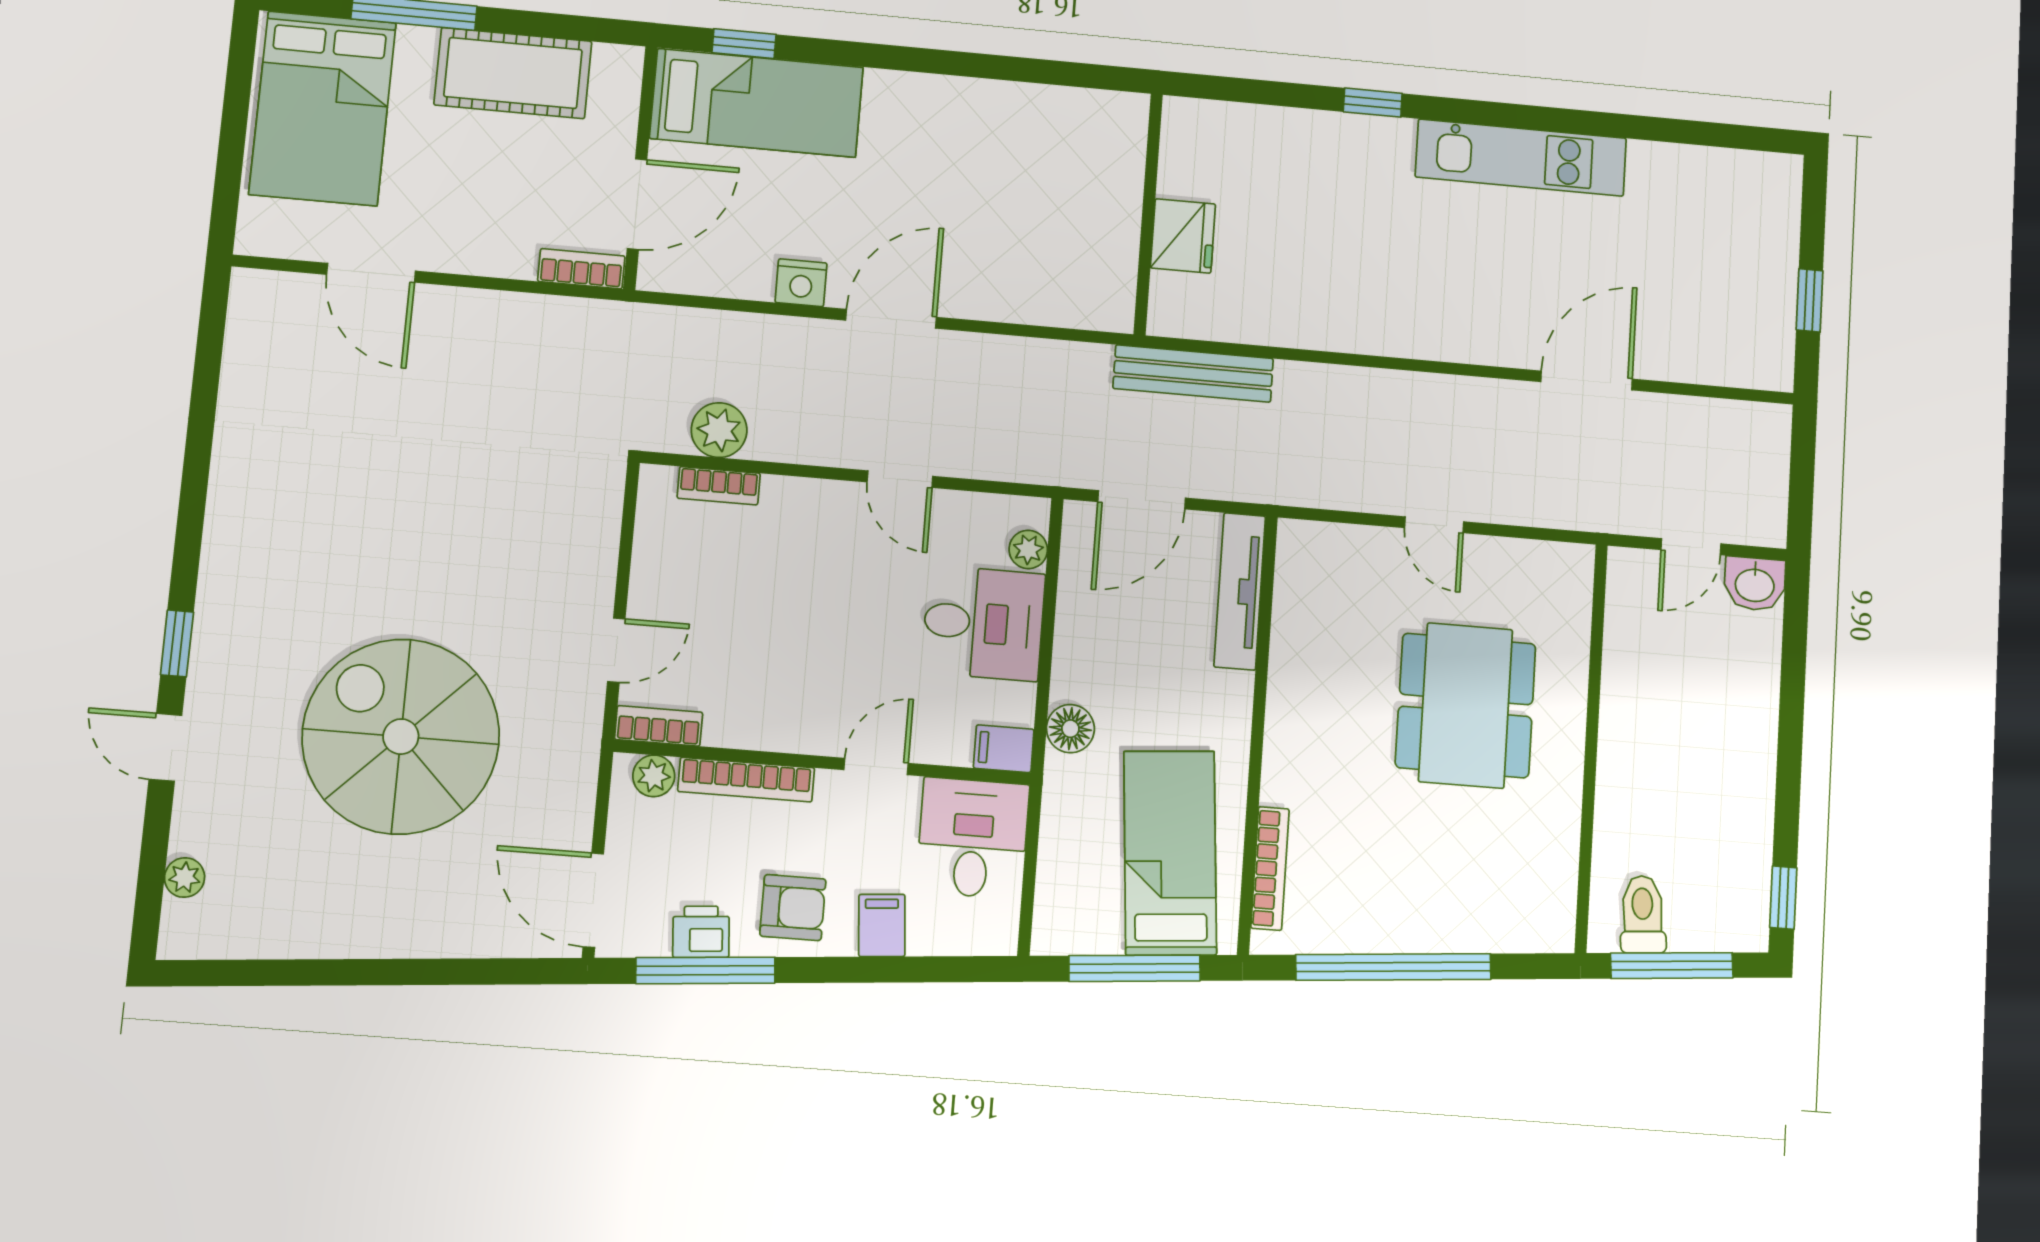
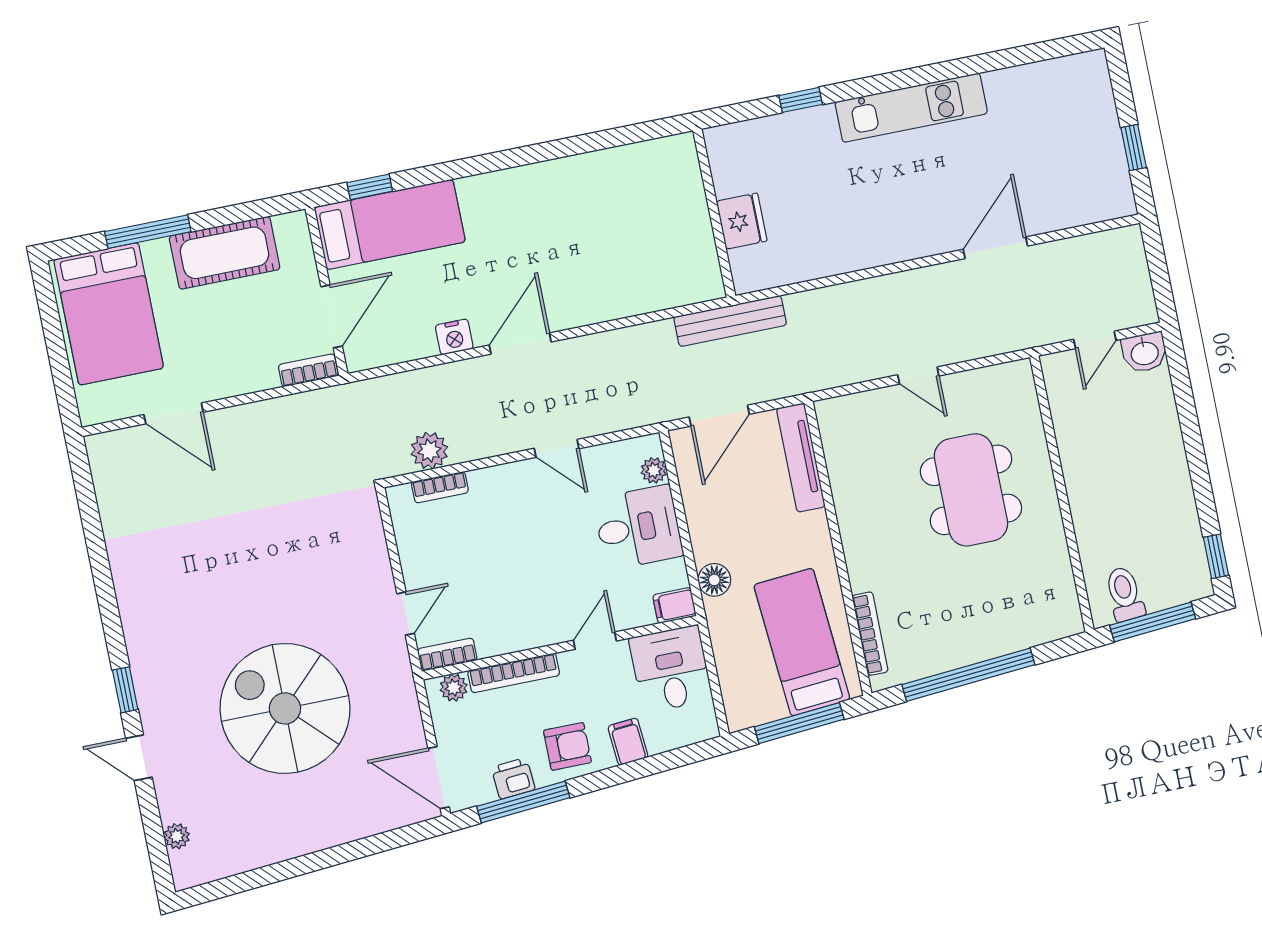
wall: (1148, 214) -> (714, 213), moved
fridge: (1183, 236) -> (742, 221), moved

